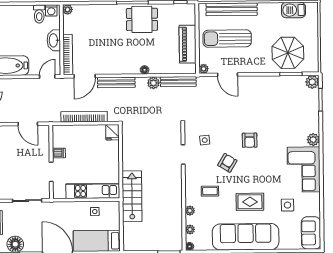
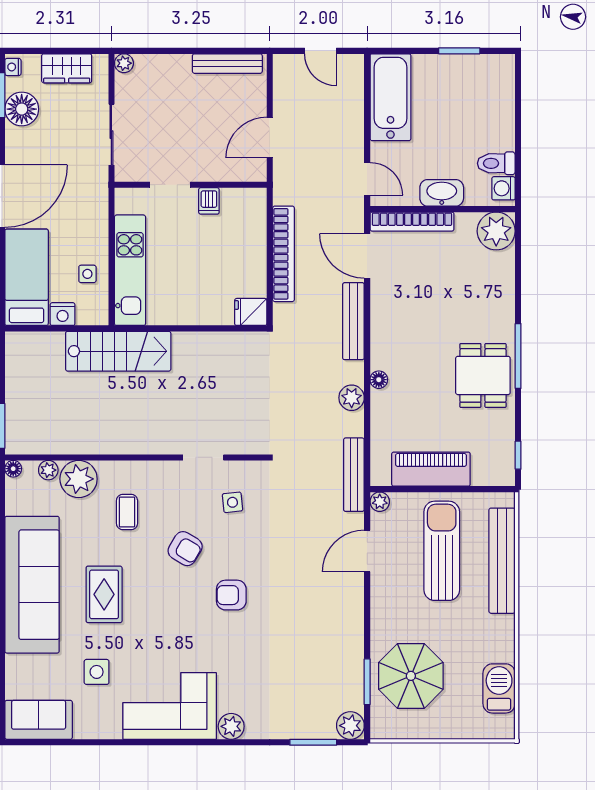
plant: (68, 10) -> (496, 231), width x1.88, depth x1.88
bench: (178, 82) -> (354, 475), moved
plant: (190, 211) -> (79, 479), width x1.88, depth x1.88
nightstand: (114, 223) -> (63, 314), added

